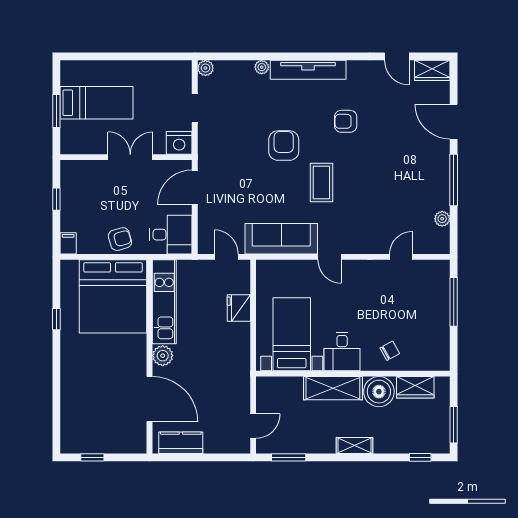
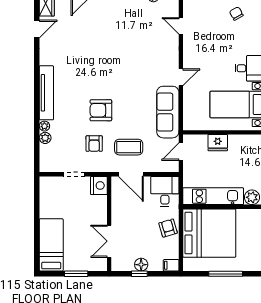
plant: (205, 68) -> (45, 138), moved
bed: (97, 103) -> (51, 245), moved
armchair: (346, 121) -> (94, 144), moved
double door: (130, 157) -> (109, 241), moved
coffee table: (321, 183) -> (129, 147), moved
floor lamp: (69, 202) -> (141, 265), added
window: (56, 319) -> (226, 274), width x2.17
chair: (390, 351) -> (236, 14), moved

